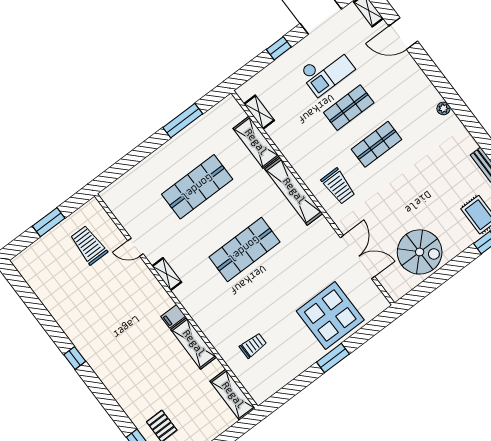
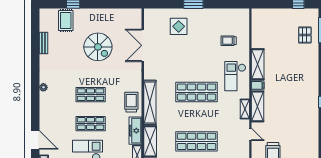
freezer: (285, 142) -> (135, 131), added
trolley: (338, 186) -> (131, 102), moved
spiral stairs: (420, 252) -> (98, 47), moved, turned 180
checkout: (211, 307) -> (235, 76), added
display table: (330, 315) -> (179, 26), width x0.54, depth x0.54
shelving: (233, 395) -> (258, 106), moved

